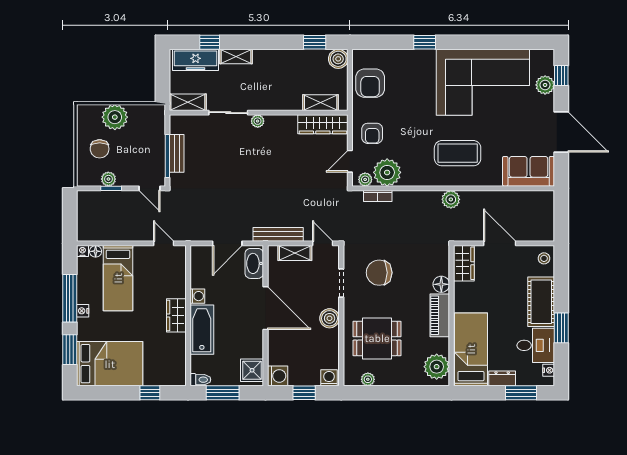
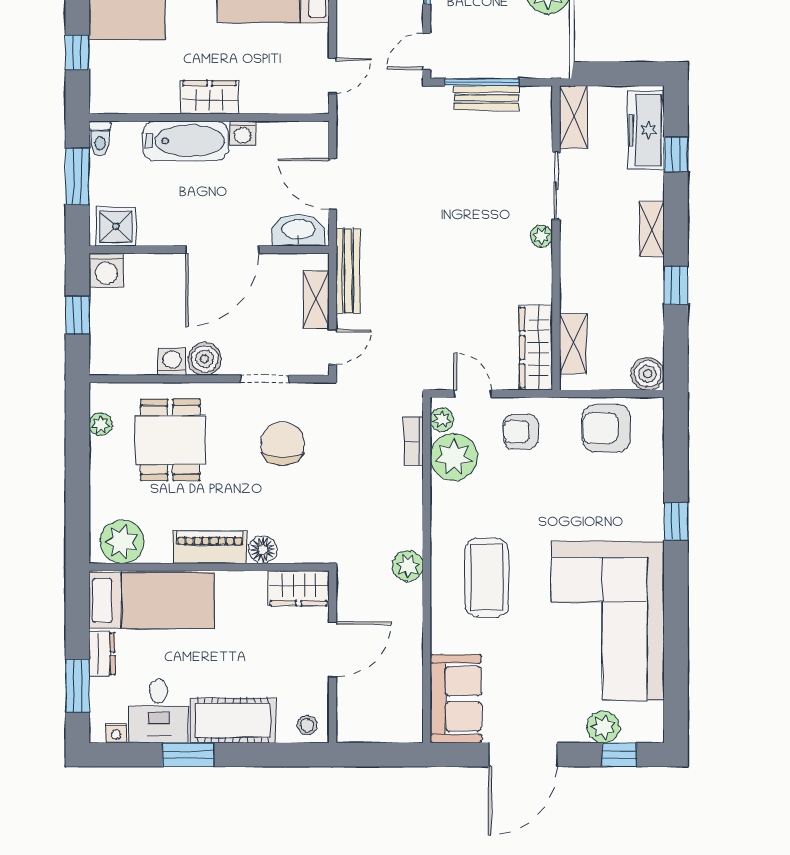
window: (315, 42) -> (676, 285), moved
shelving: (236, 57) -> (652, 229), moved
washing machine: (329, 378) -> (172, 362), moved, turned -90

